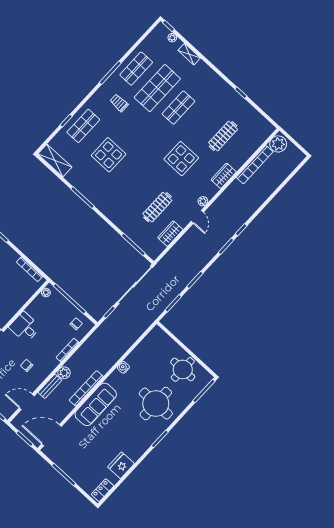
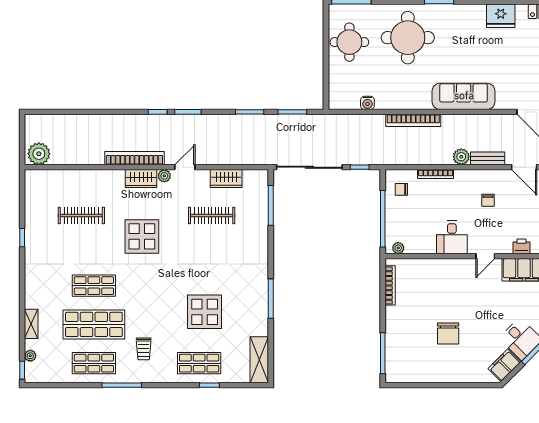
bookcase: (255, 165) -> (134, 158), moved
wardrobe: (224, 176) -> (141, 179), moved
water cooler: (123, 367) -> (367, 103), moved
bookcase: (86, 388) -> (413, 120), moved

